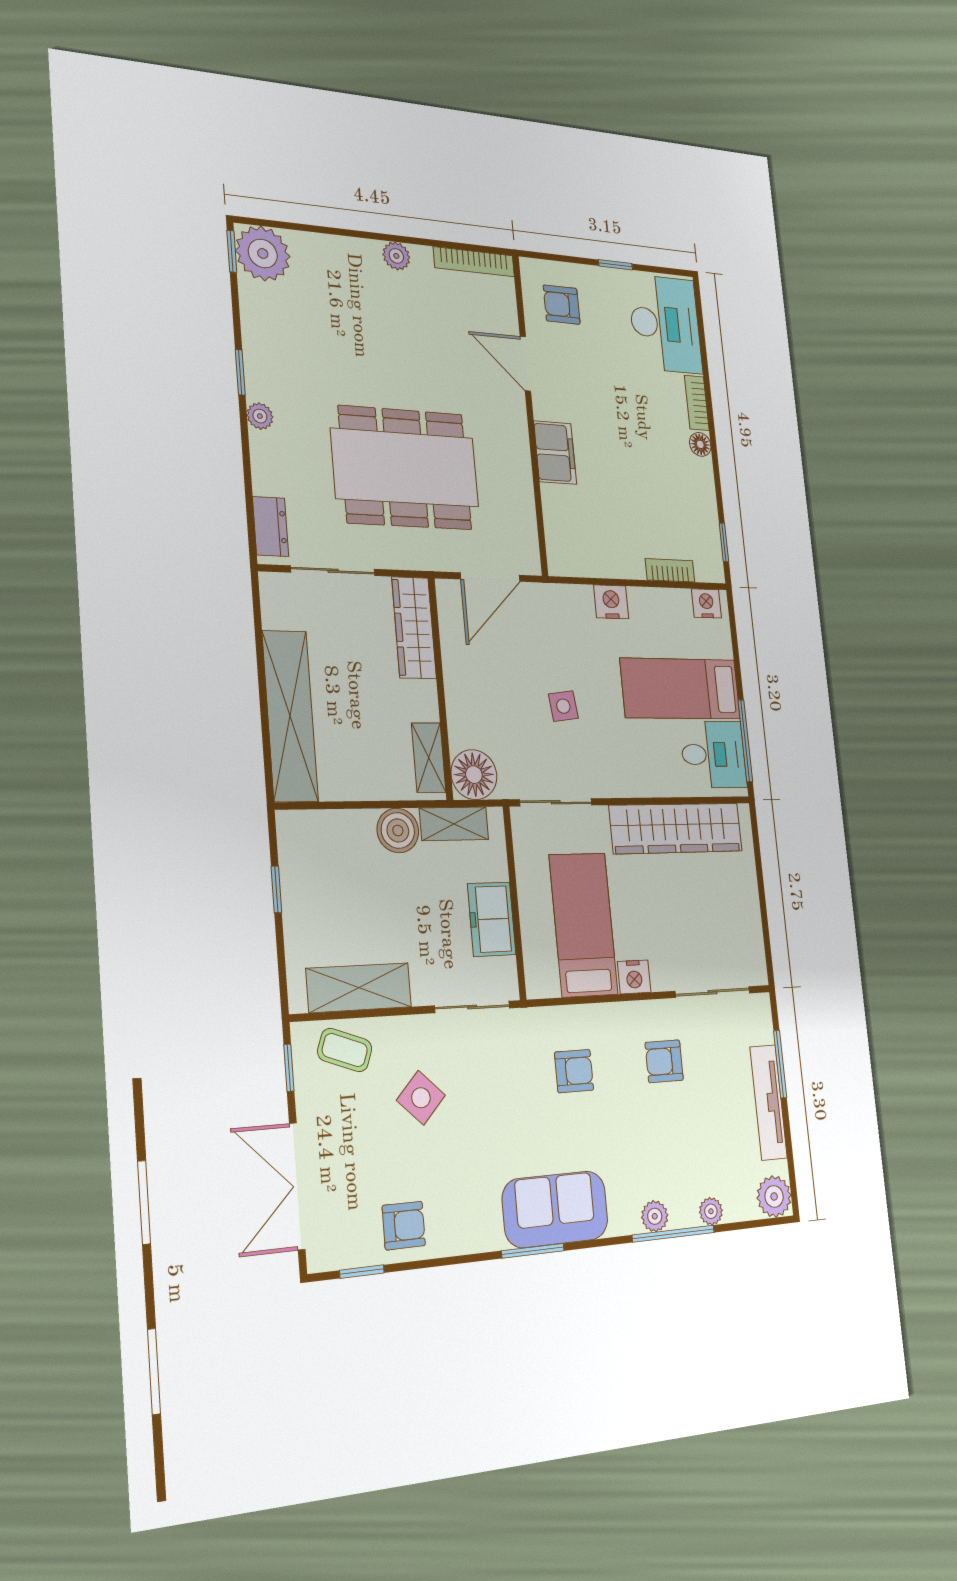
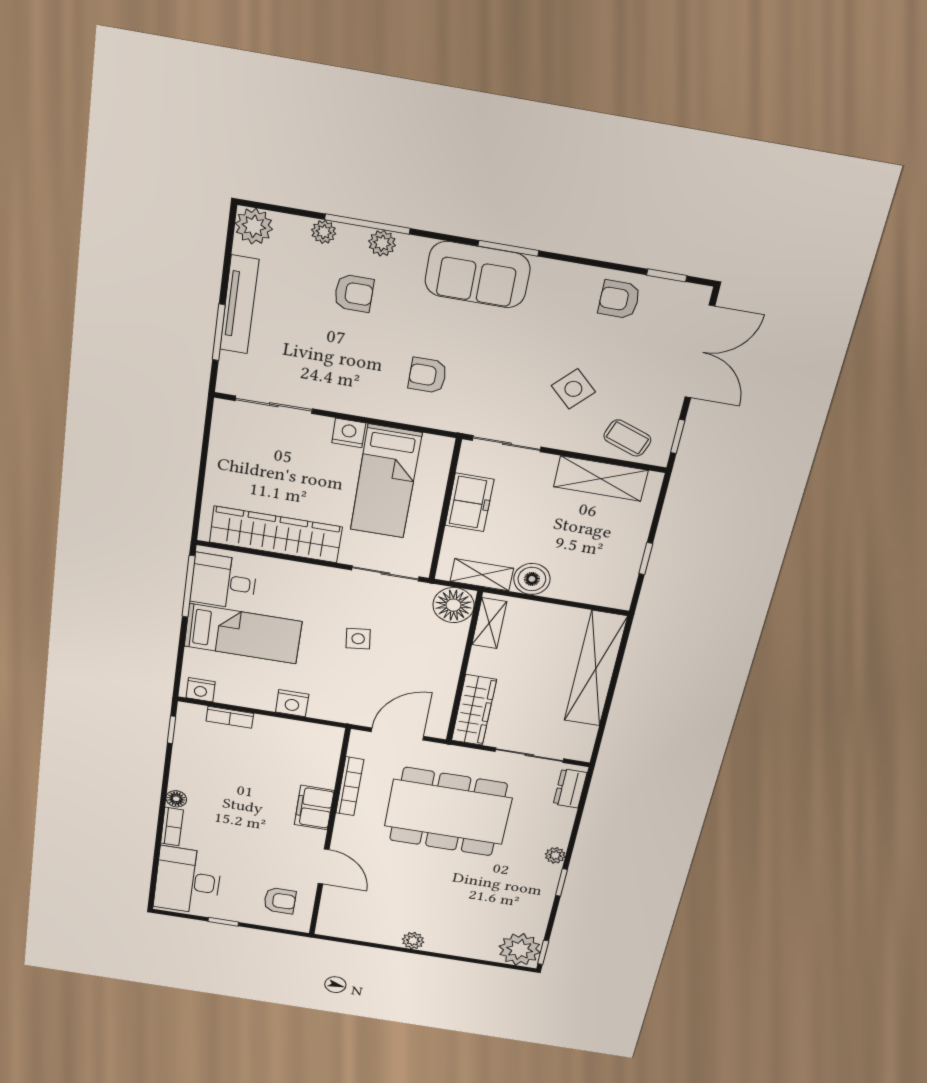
bookcase: (474, 262) -> (350, 786), moved, turned 90
armchair: (664, 1061) -> (354, 293), moved

